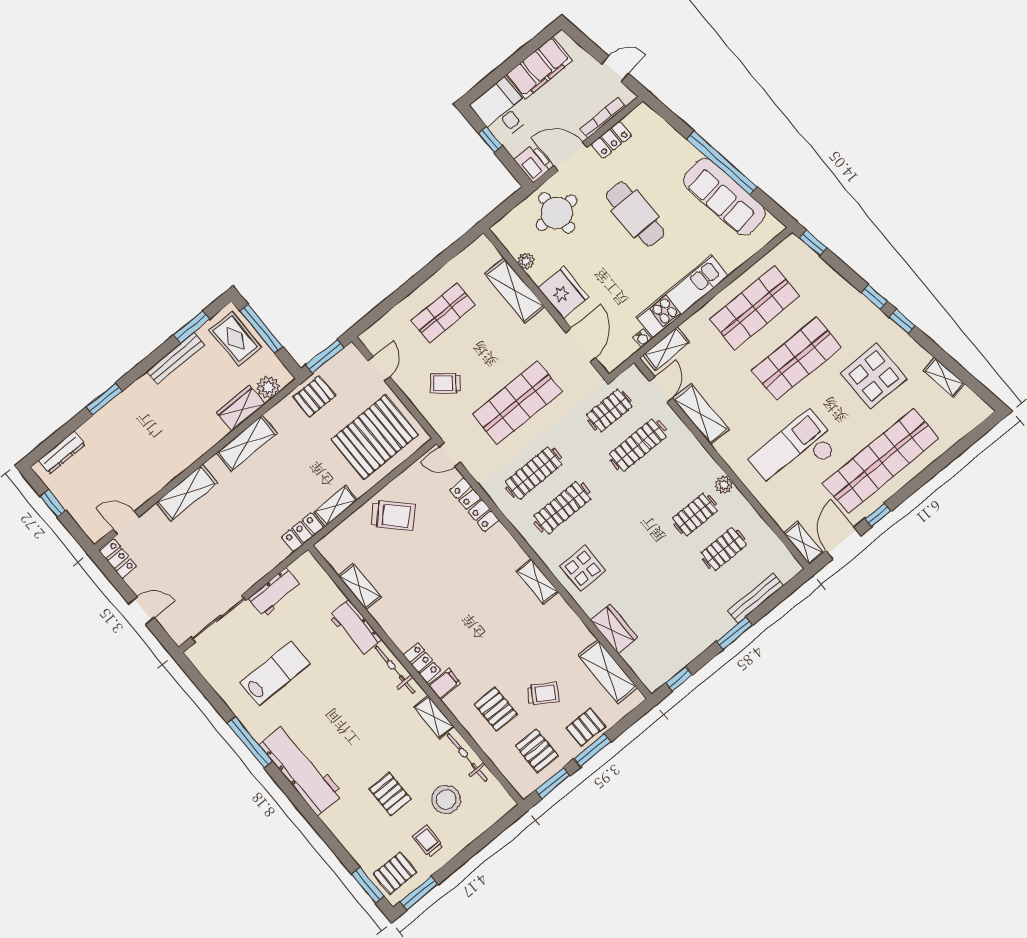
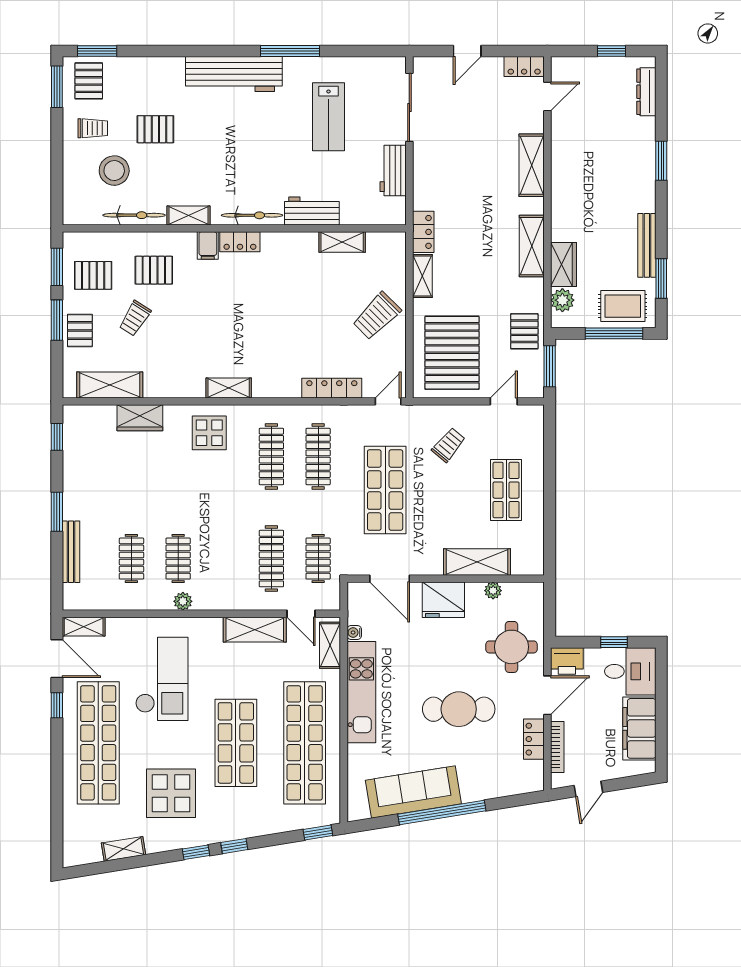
shop shelf: (754, 308) -> (305, 743), width x1.40
door: (379, 369) -> (504, 401), swing flipped

